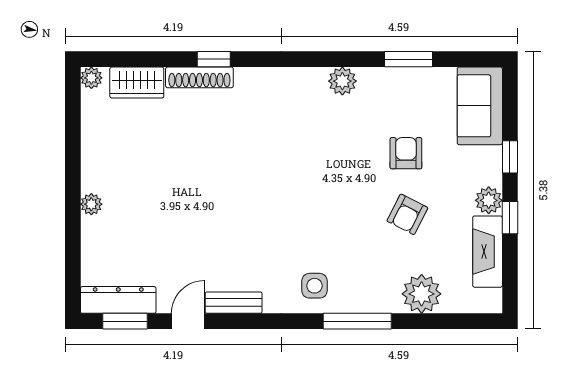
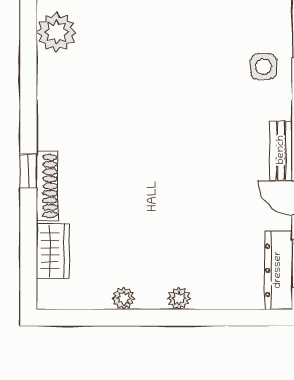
plant: (91, 78) -> (124, 298), moved
plant: (342, 81) -> (56, 32), width x1.36, depth x1.36

